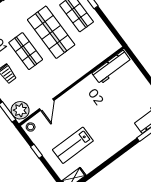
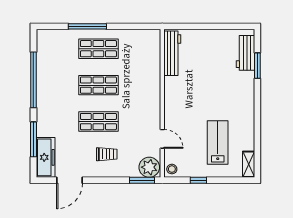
shop shelf: (51, 32) -> (98, 85), width x0.70, depth x0.74
lab bench: (73, 145) -> (218, 142), turned 180

